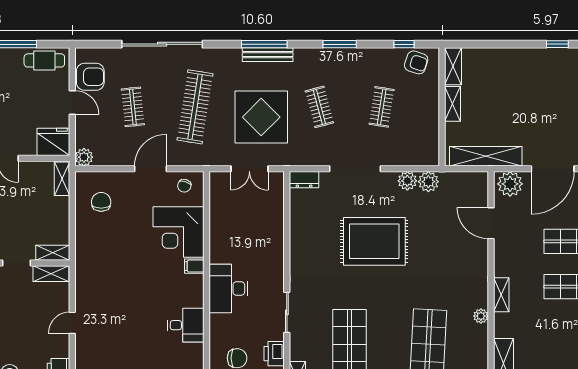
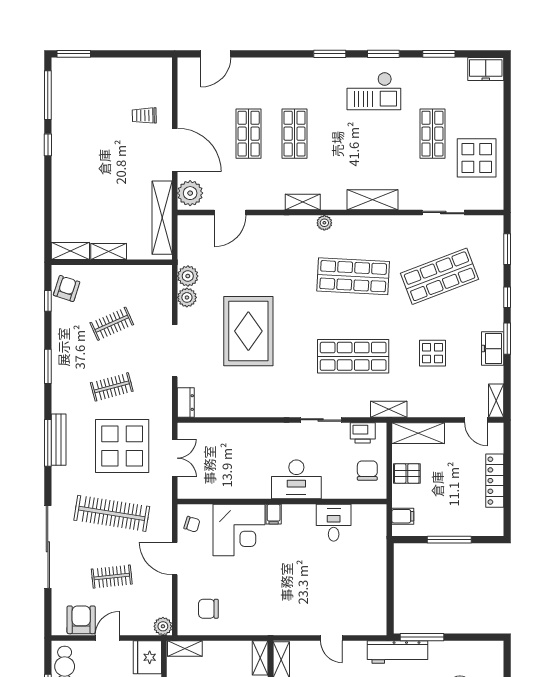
clothes rail: (382, 107) -> (112, 324), turned -33

